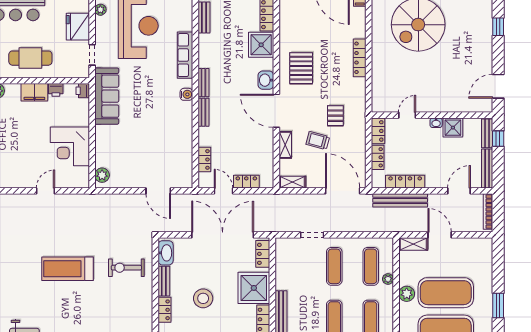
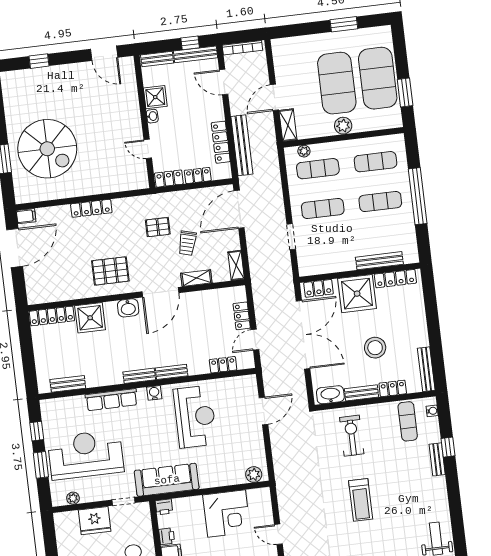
reception desk: (161, 129) -> (195, 417), added
window: (498, 139) -> (190, 43), moved
double door: (223, 235) -> (303, 335), swing flipped
exercise bike: (126, 268) -> (352, 436), turned 180
treadmill: (67, 269) -> (361, 500), width x0.73, depth x0.73
plant: (388, 279) -> (304, 151), moved
exercise mat: (133, 320) -> (408, 421), added

